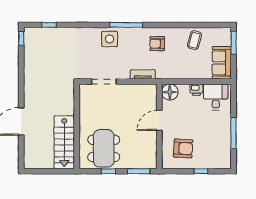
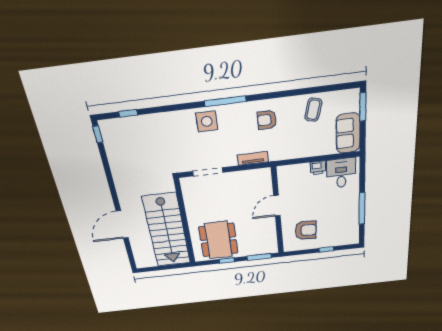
floor lamp: (170, 92) -> (287, 174), removed
stairs: (64, 142) -> (167, 230), width x1.36, depth x1.51

